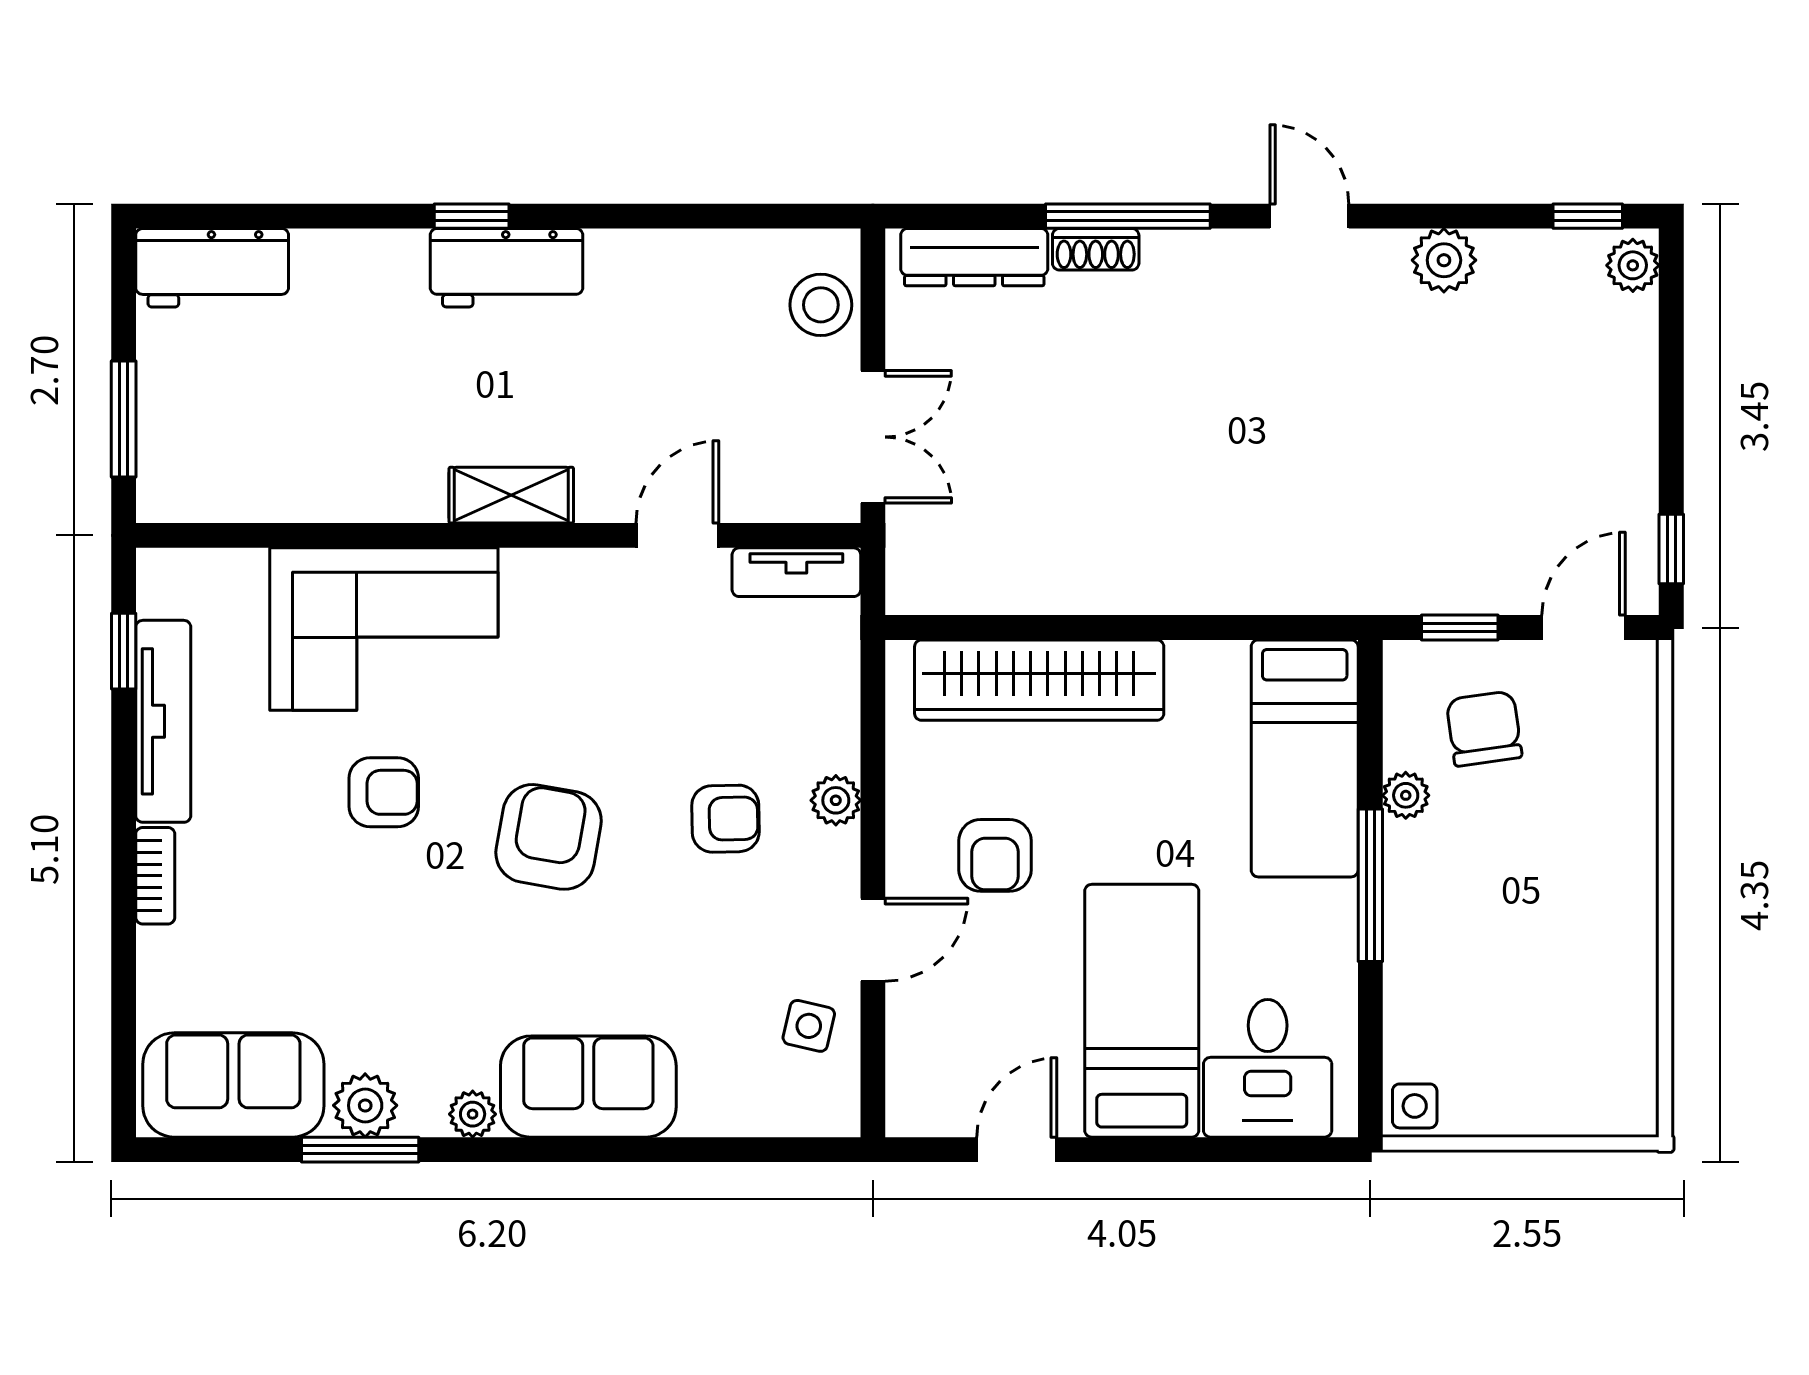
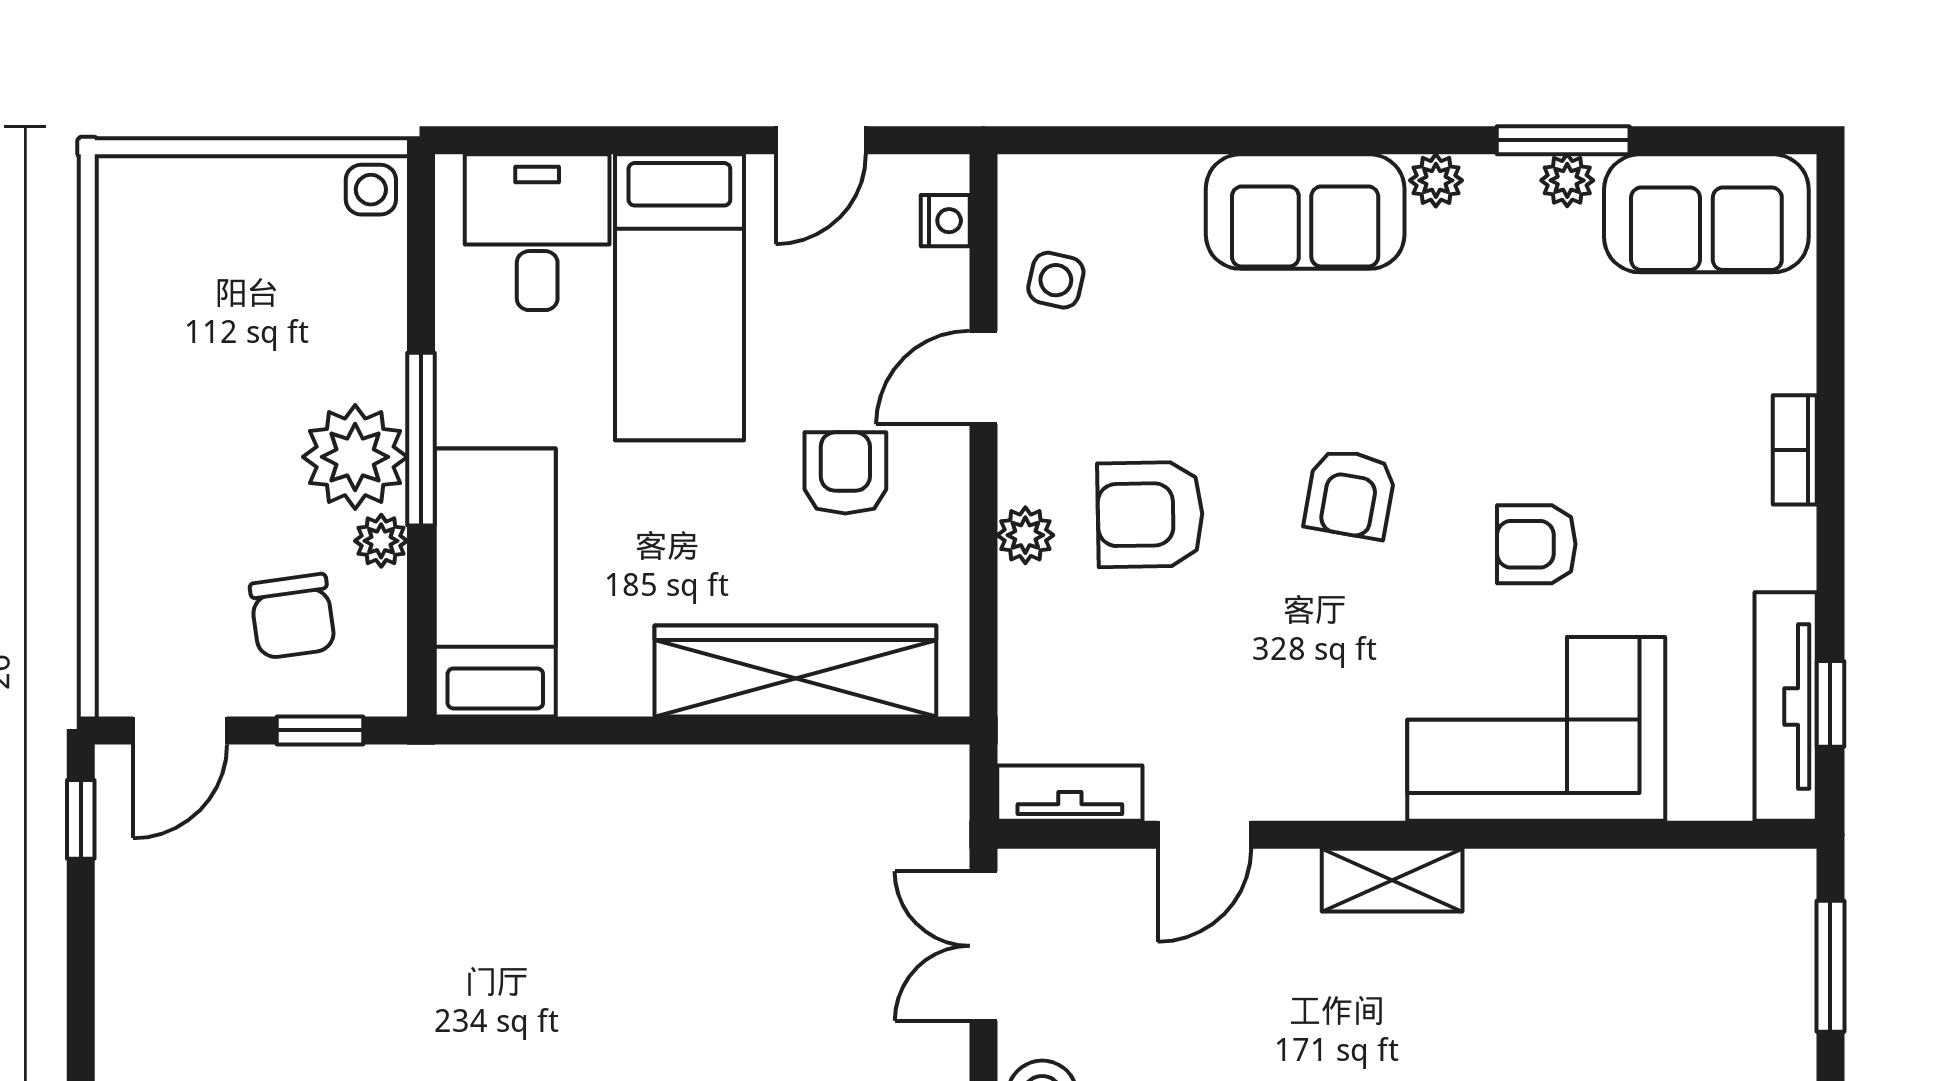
tv unit: (163, 721) -> (1786, 706), moved
armchair: (725, 819) -> (1150, 514), width x1.38, depth x1.38
armchair: (549, 837) -> (1350, 494), width x0.72, depth x0.72
plant: (1429, 869) -> (355, 457), added
nightstand: (907, 1079) -> (945, 221), added
plant: (365, 1105) -> (1567, 180), width x0.73, depth x0.73

